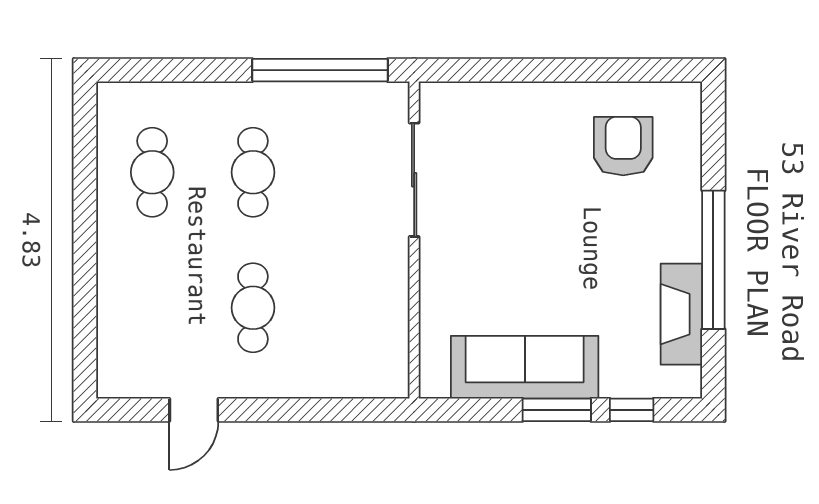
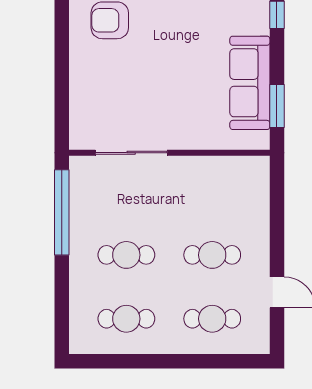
cafe table: (152, 308) -> (212, 319), added
window: (557, 410) -> (277, 106), moved

